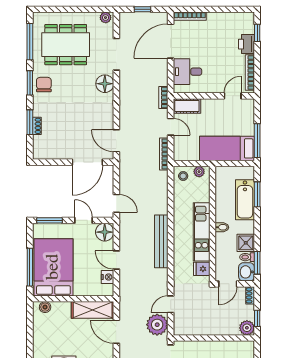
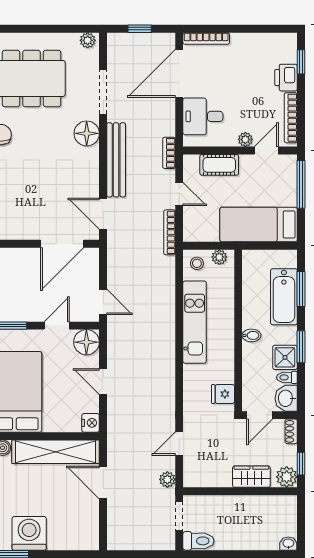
plant: (218, 88) -> (245, 139), added
cot: (187, 106) -> (219, 165), moved
window: (257, 141) -> (301, 184), moved
door: (83, 220) -> (57, 326), hinge flipped
kitchen unit: (202, 232) -> (195, 322), moved, turned 180
bench: (161, 241) -> (116, 160), moved
window: (257, 263) -> (301, 347), moved
nightstand: (108, 277) -> (91, 423), moved
shelving: (93, 310) -> (56, 452), width x1.47
plant: (157, 325) -> (167, 479), width x0.53, depth x0.53
wardrobe: (222, 328) -> (251, 477), added

